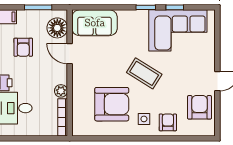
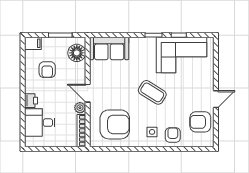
door: (70, 54) -> (88, 93), moved
armchair: (112, 104) -> (115, 124), moved
armchair: (199, 107) -> (200, 122), turned -90

